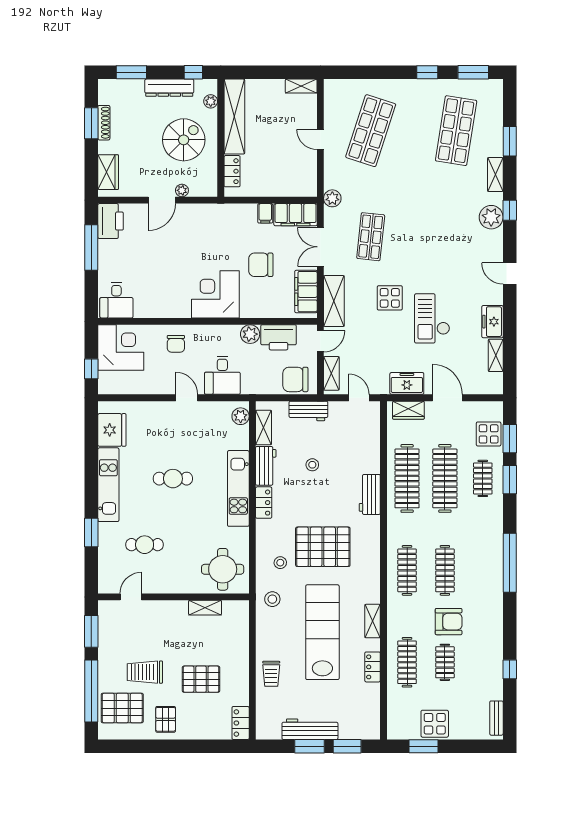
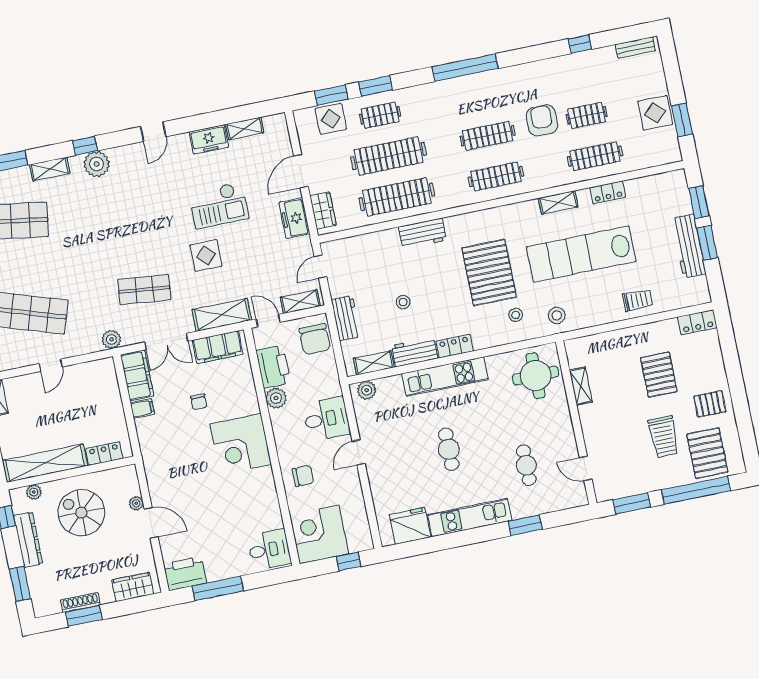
chair: (261, 265) -> (199, 402), width x0.54, depth x0.54

